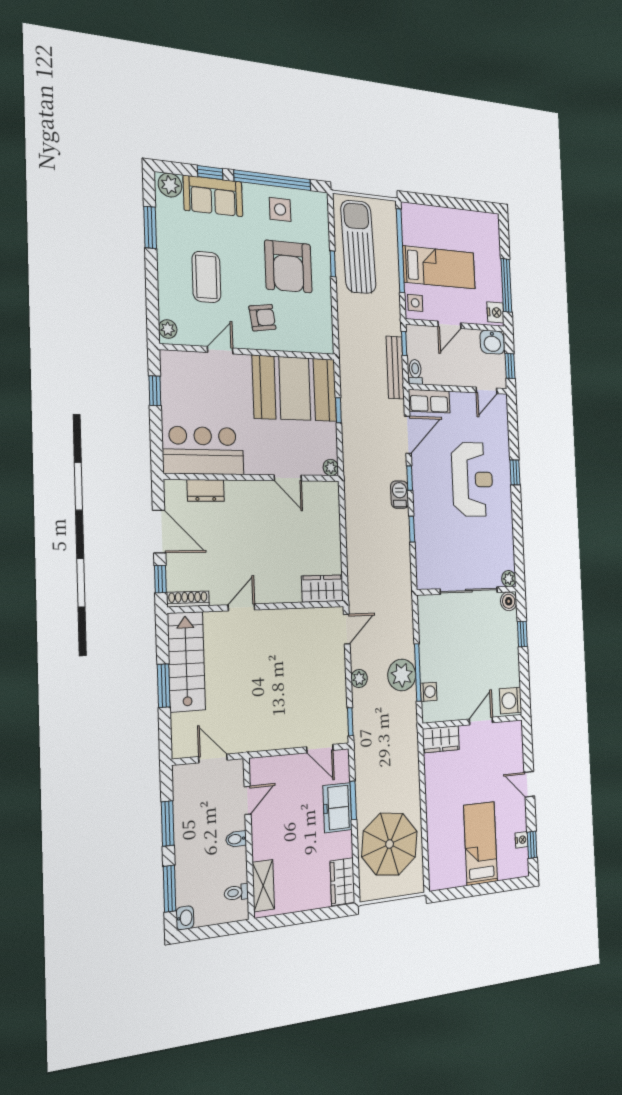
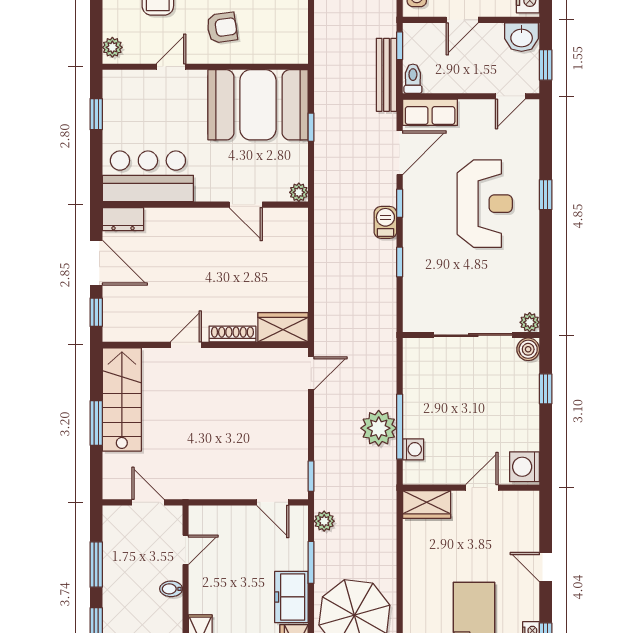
dresser: (206, 490) -> (123, 219), moved
shoe rack: (188, 599) -> (232, 334), moved
plant: (359, 679) -> (324, 521), moved
freezer: (337, 808) -> (291, 597), moved

